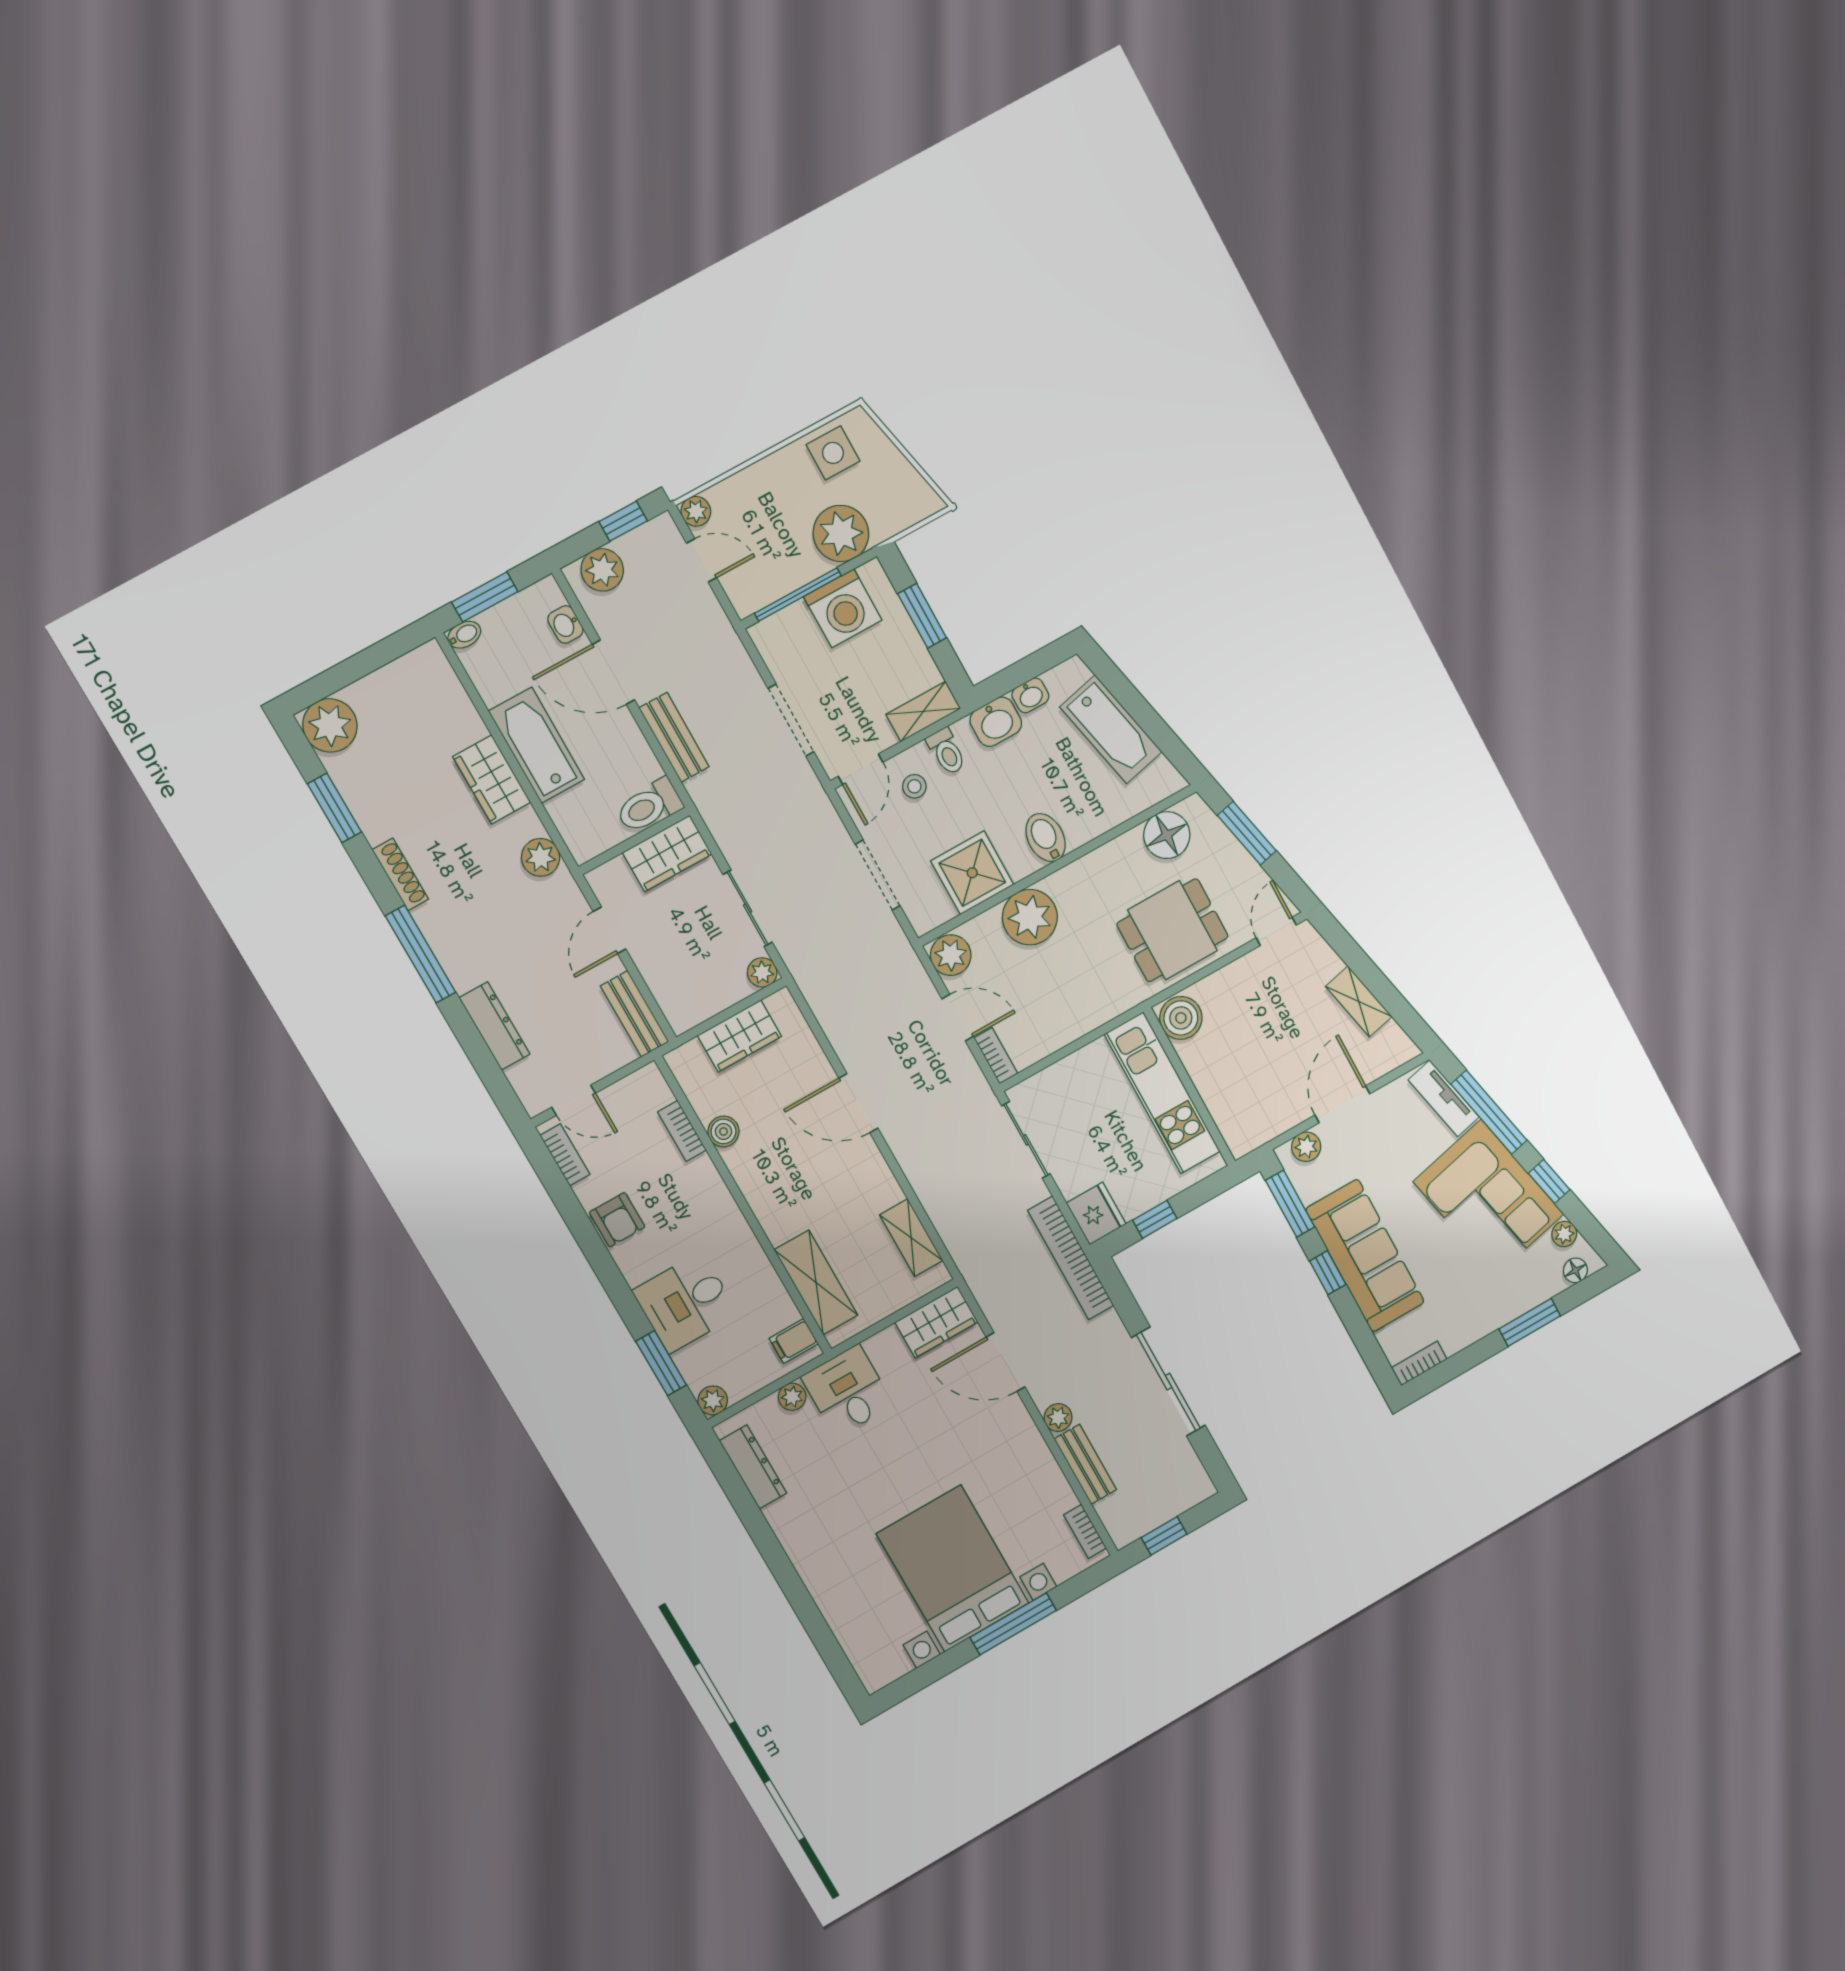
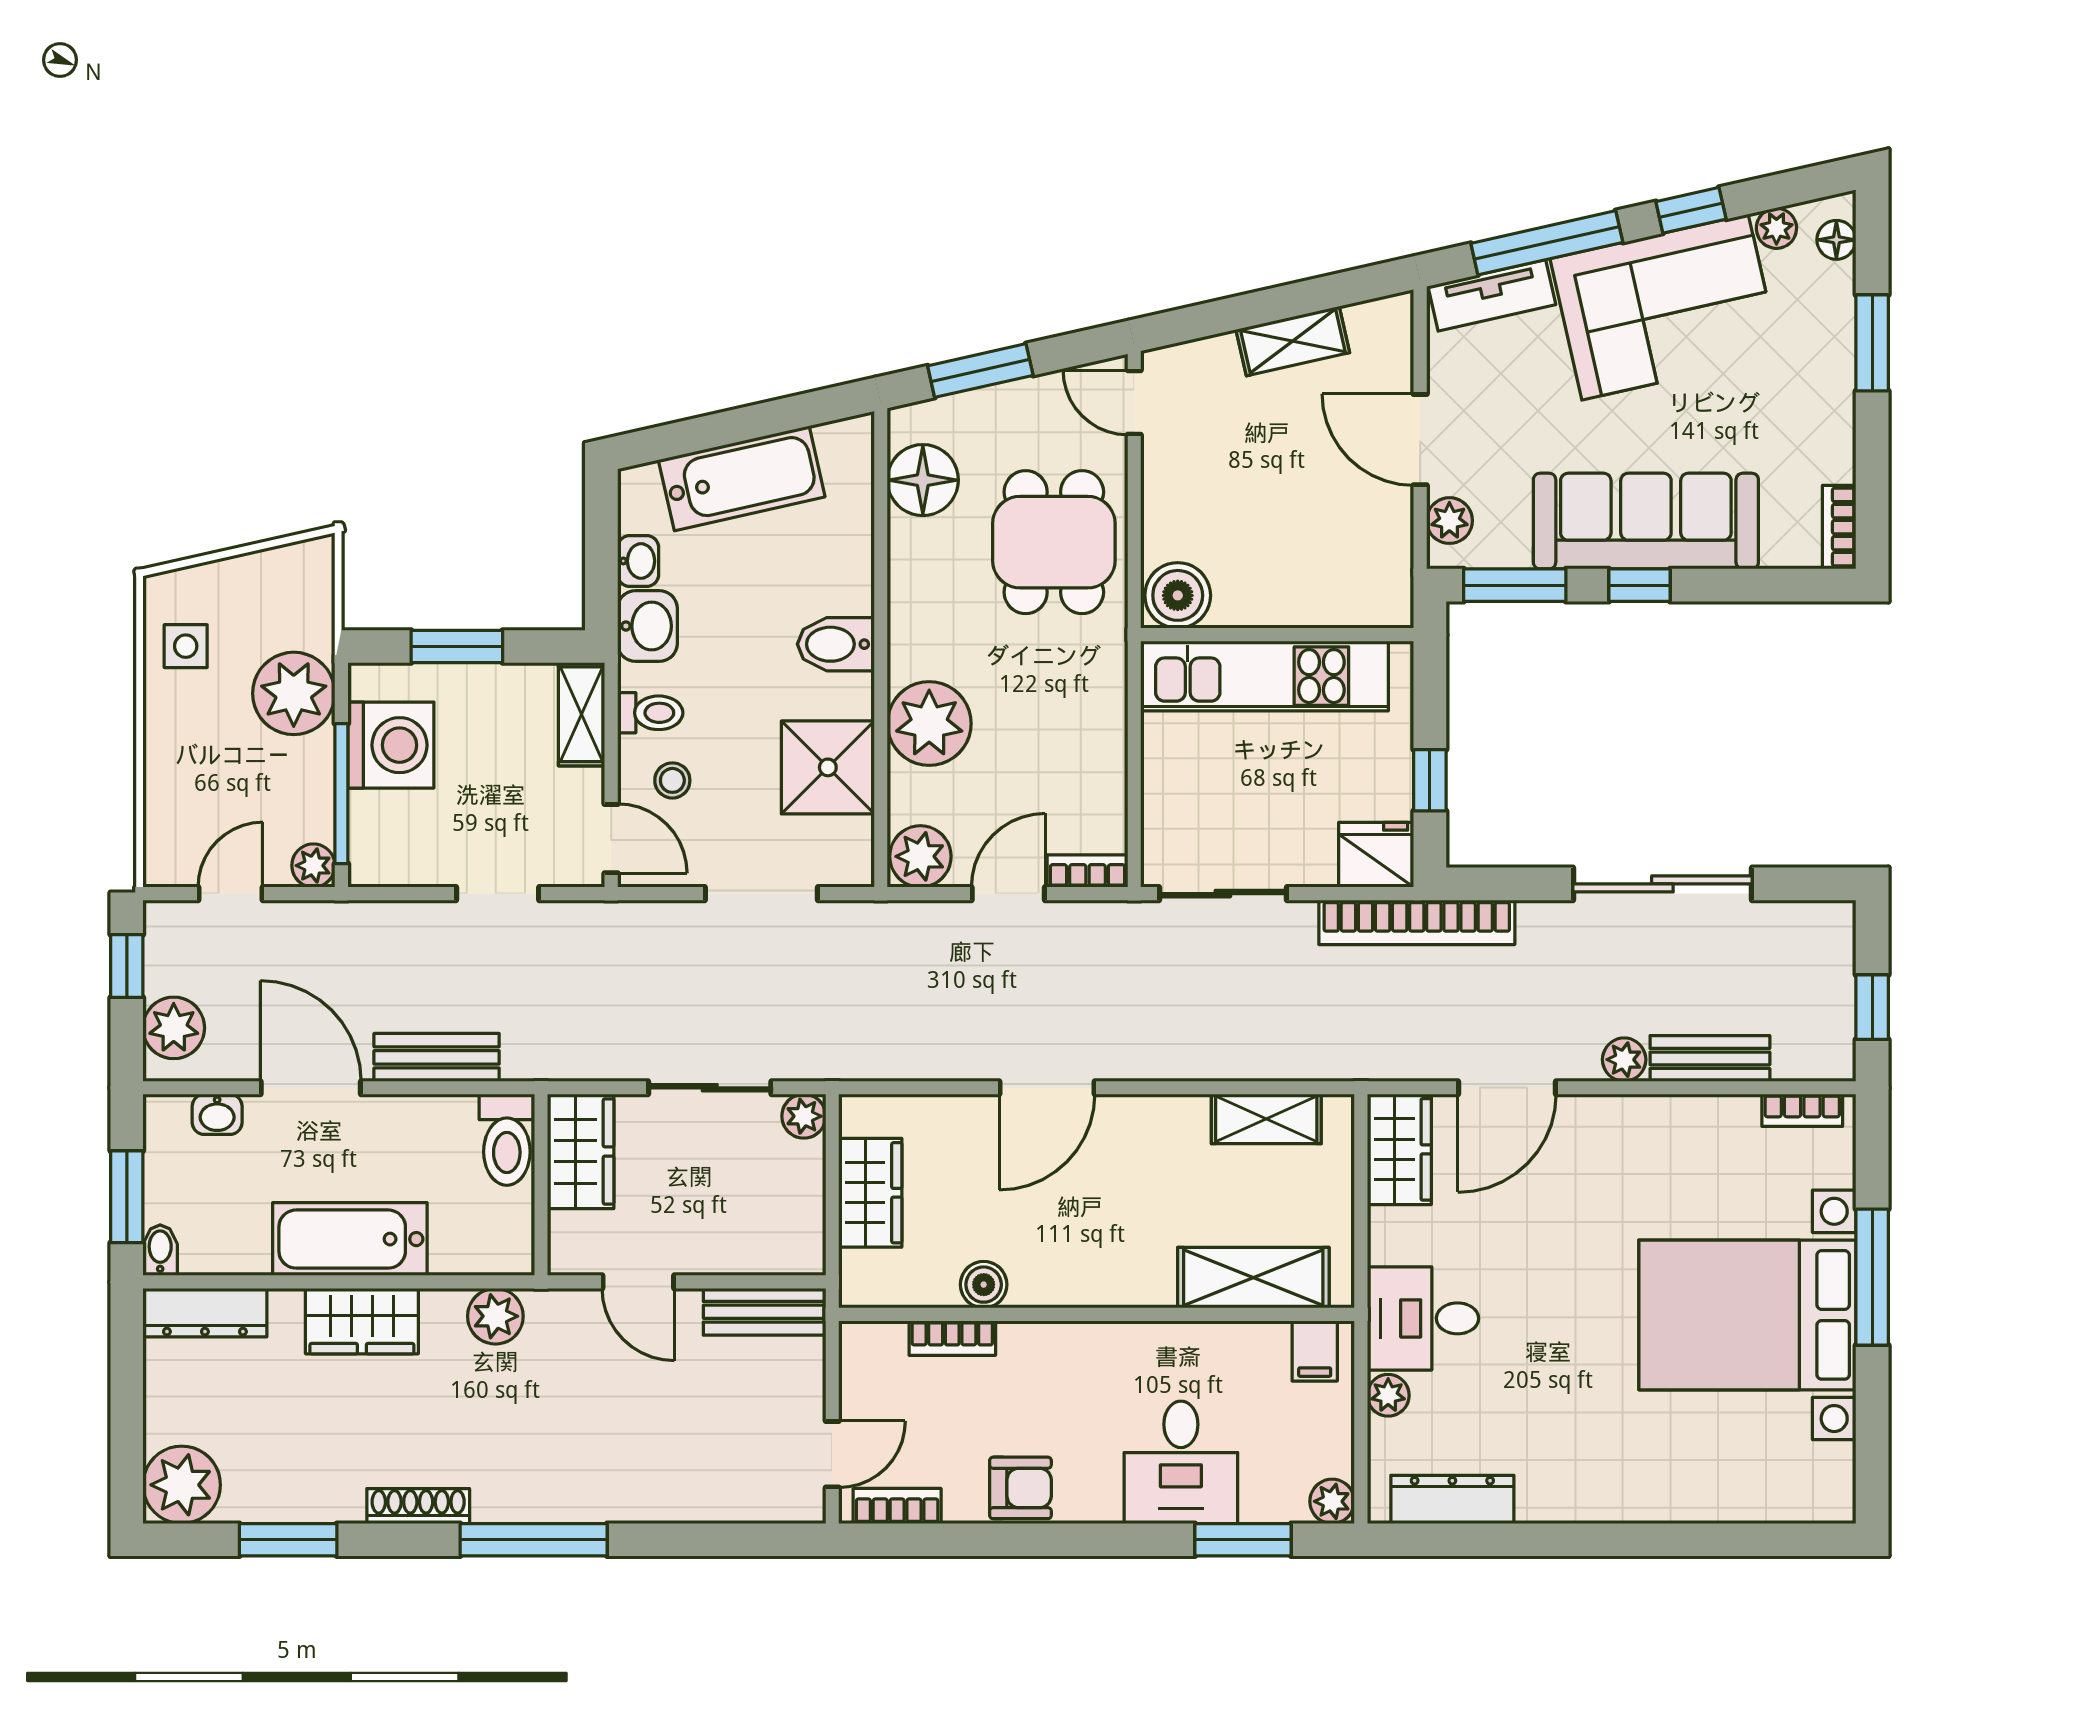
side table: (833, 453) -> (186, 646), width x0.73, depth x0.73
plant: (696, 511) -> (313, 866), moved
door: (613, 672) -> (311, 1088), swing flipped
doorway: (791, 720) -> (498, 894), width x0.73
dresser: (495, 1026) -> (205, 1313), moved, turned 180

